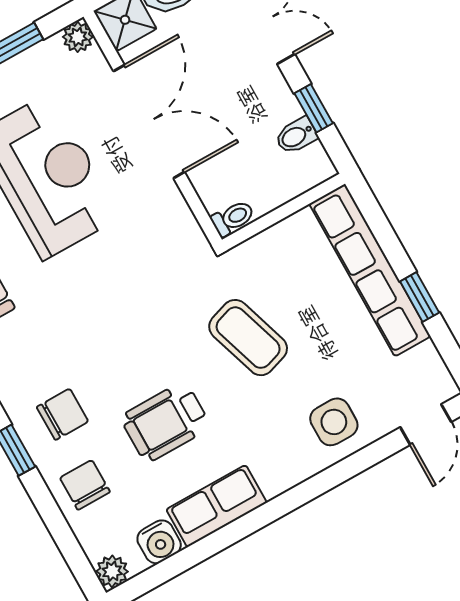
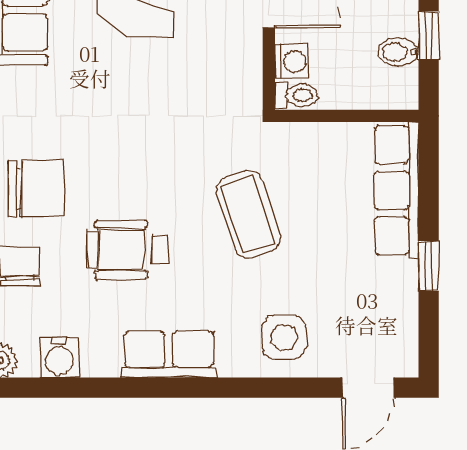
washing machine: (214, 192) -> (292, 62), added
row of seats: (370, 270) -> (397, 190), width x0.73
chair: (63, 414) -> (36, 189), width x1.37, depth x1.37
row of seats: (216, 506) -> (169, 354), moved

